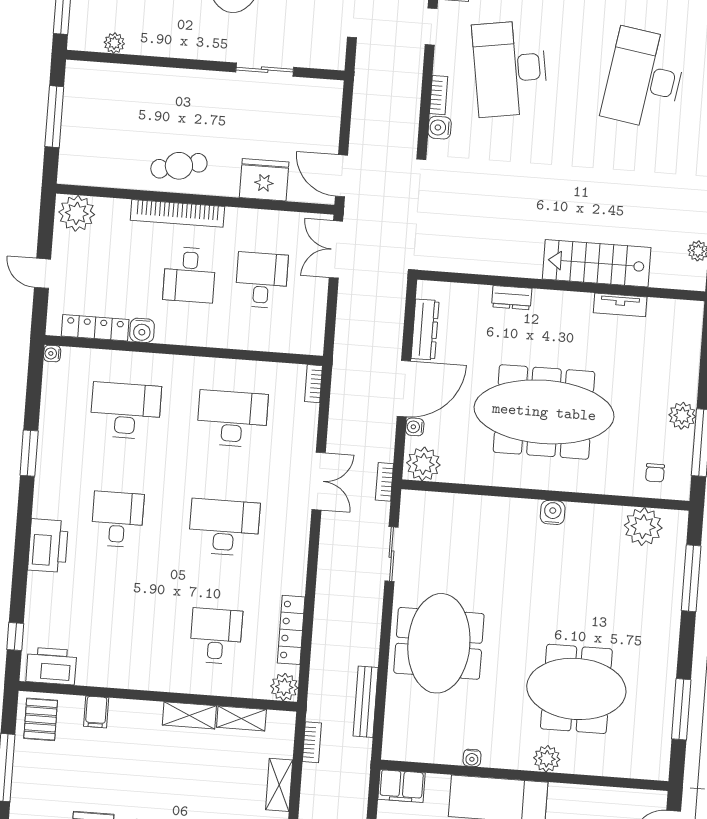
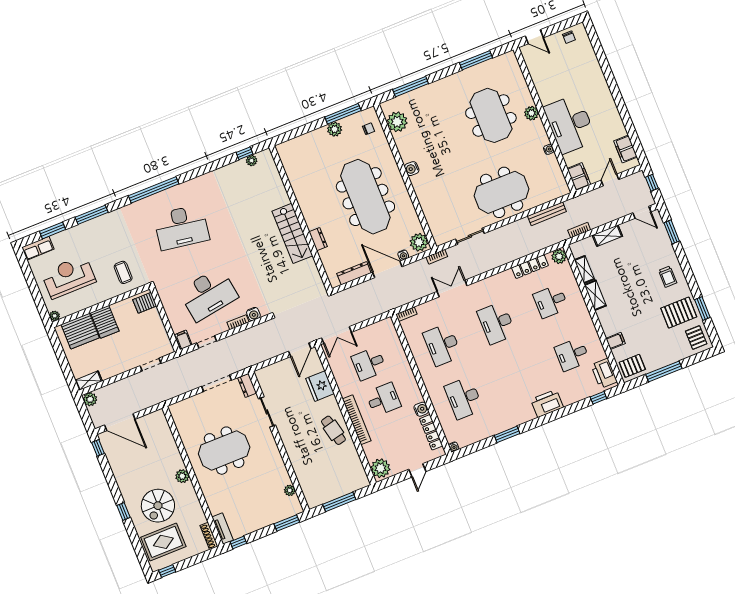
dresser: (325, 58) -> (247, 385), added
stairs: (597, 263) -> (292, 233), moved
tv unit: (620, 305) -> (296, 185), removed
desk: (117, 519) -> (572, 354), moved

